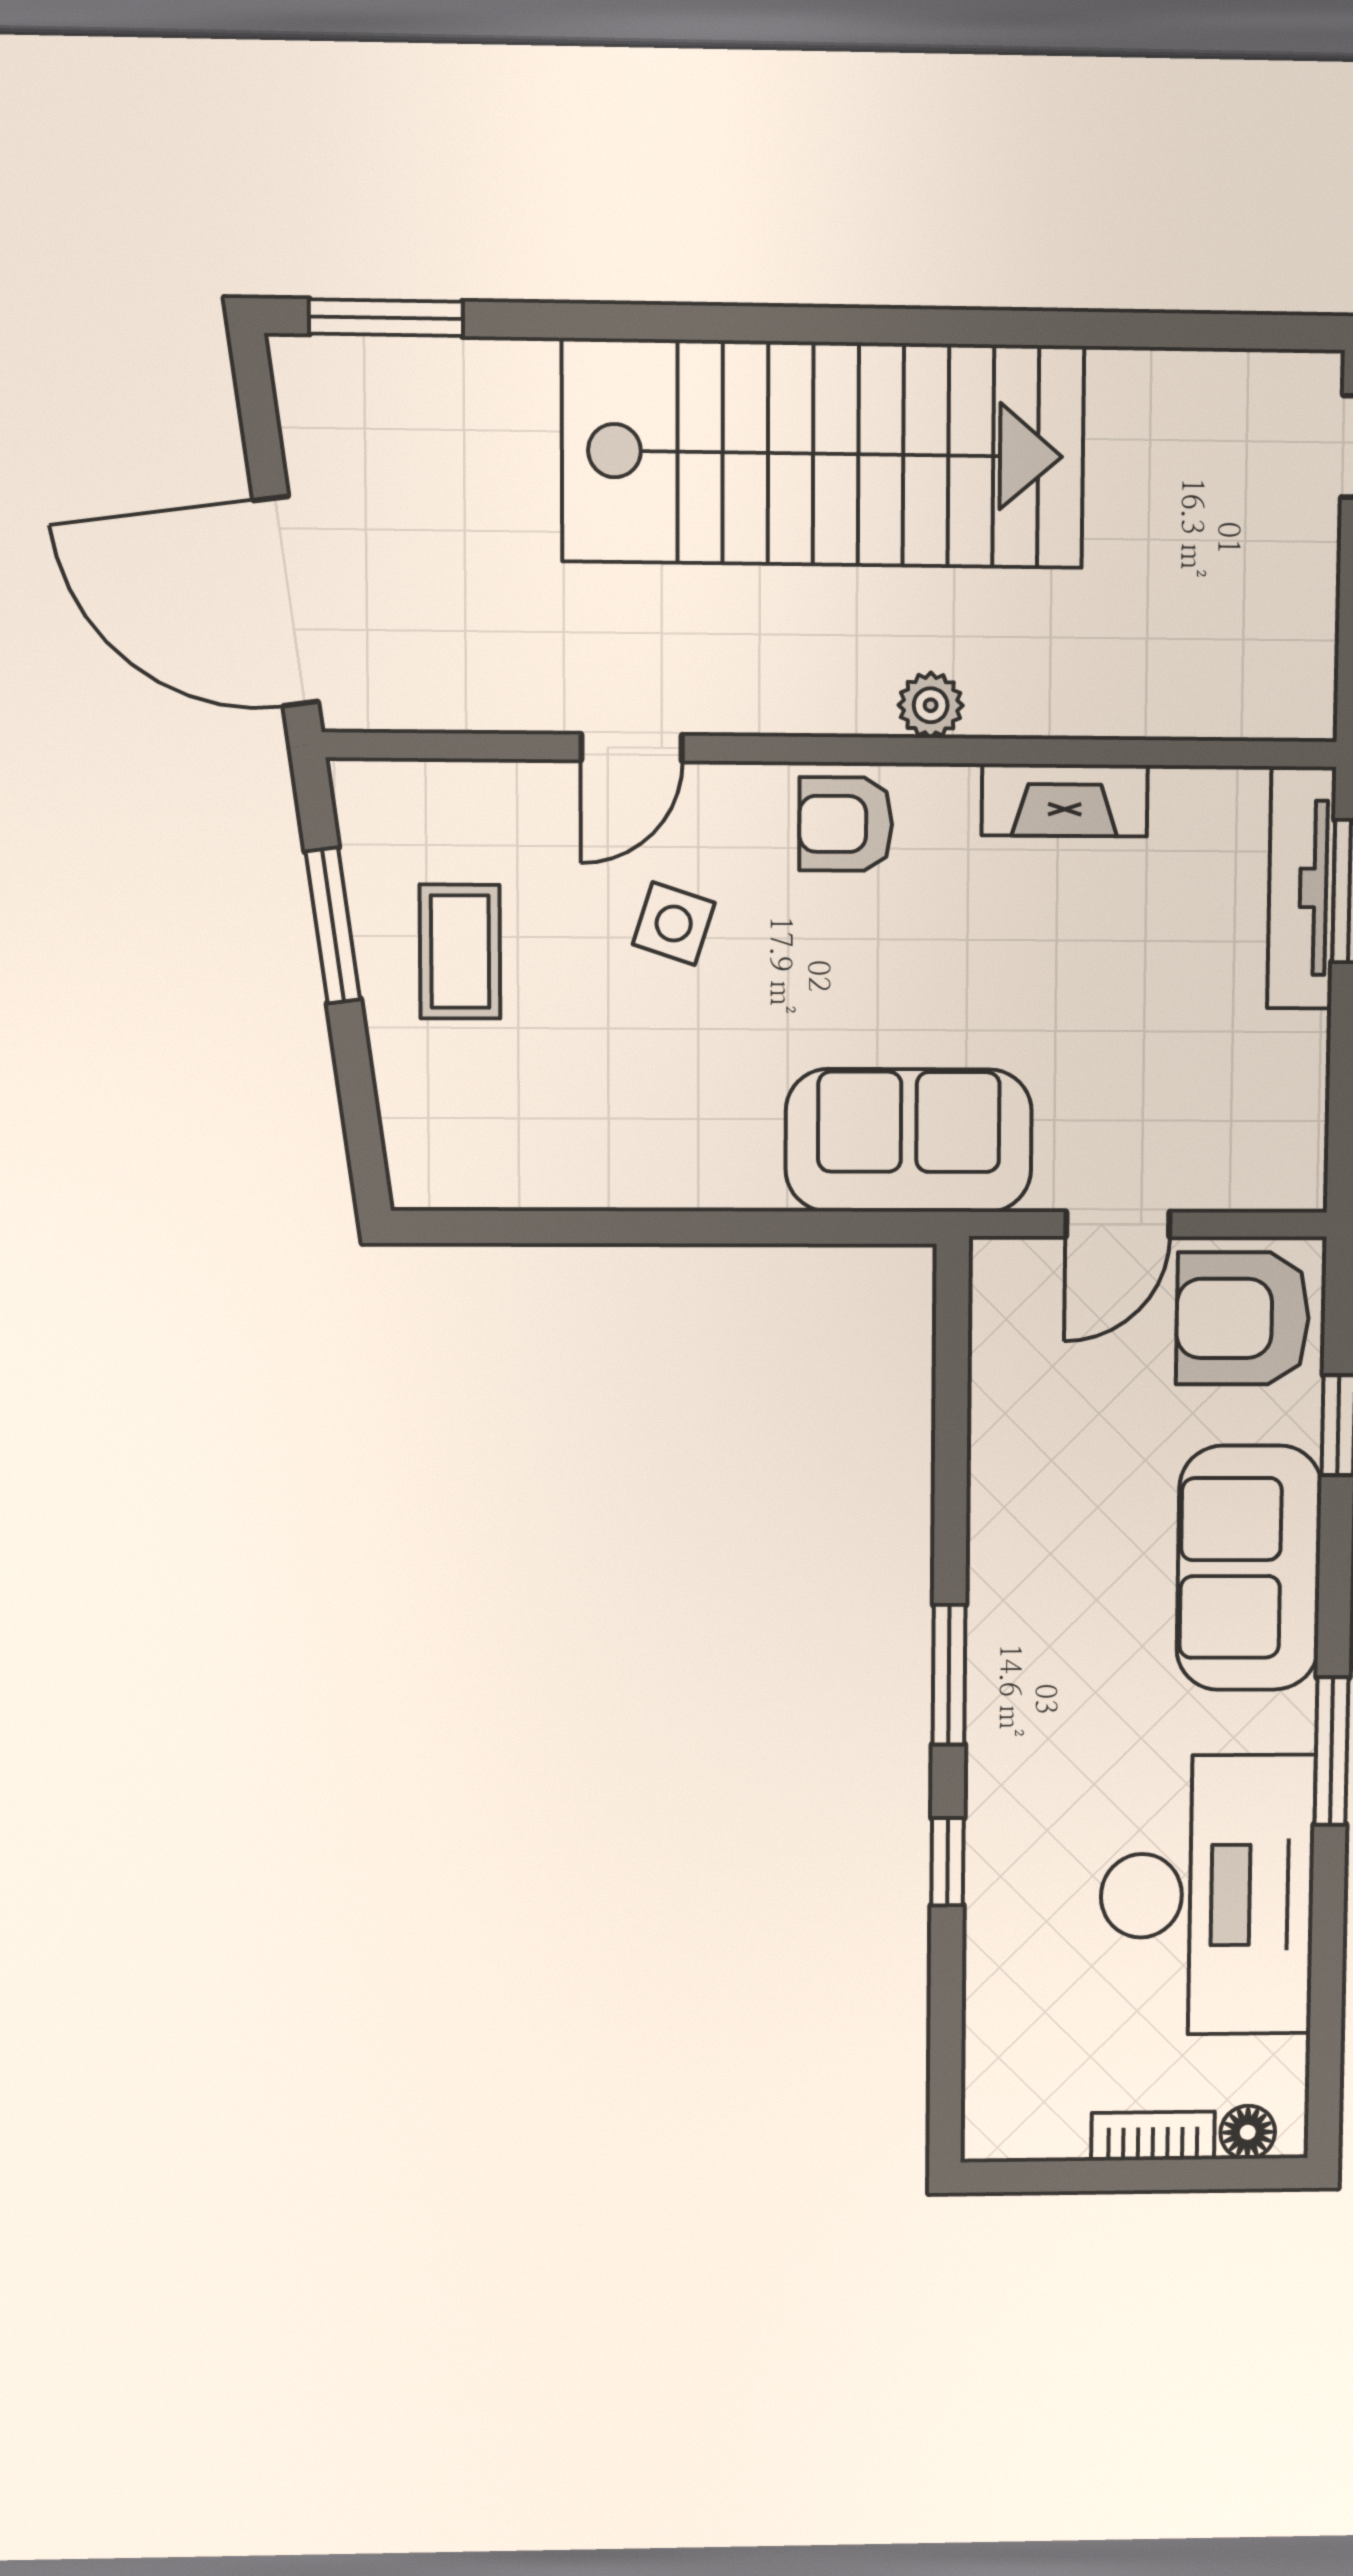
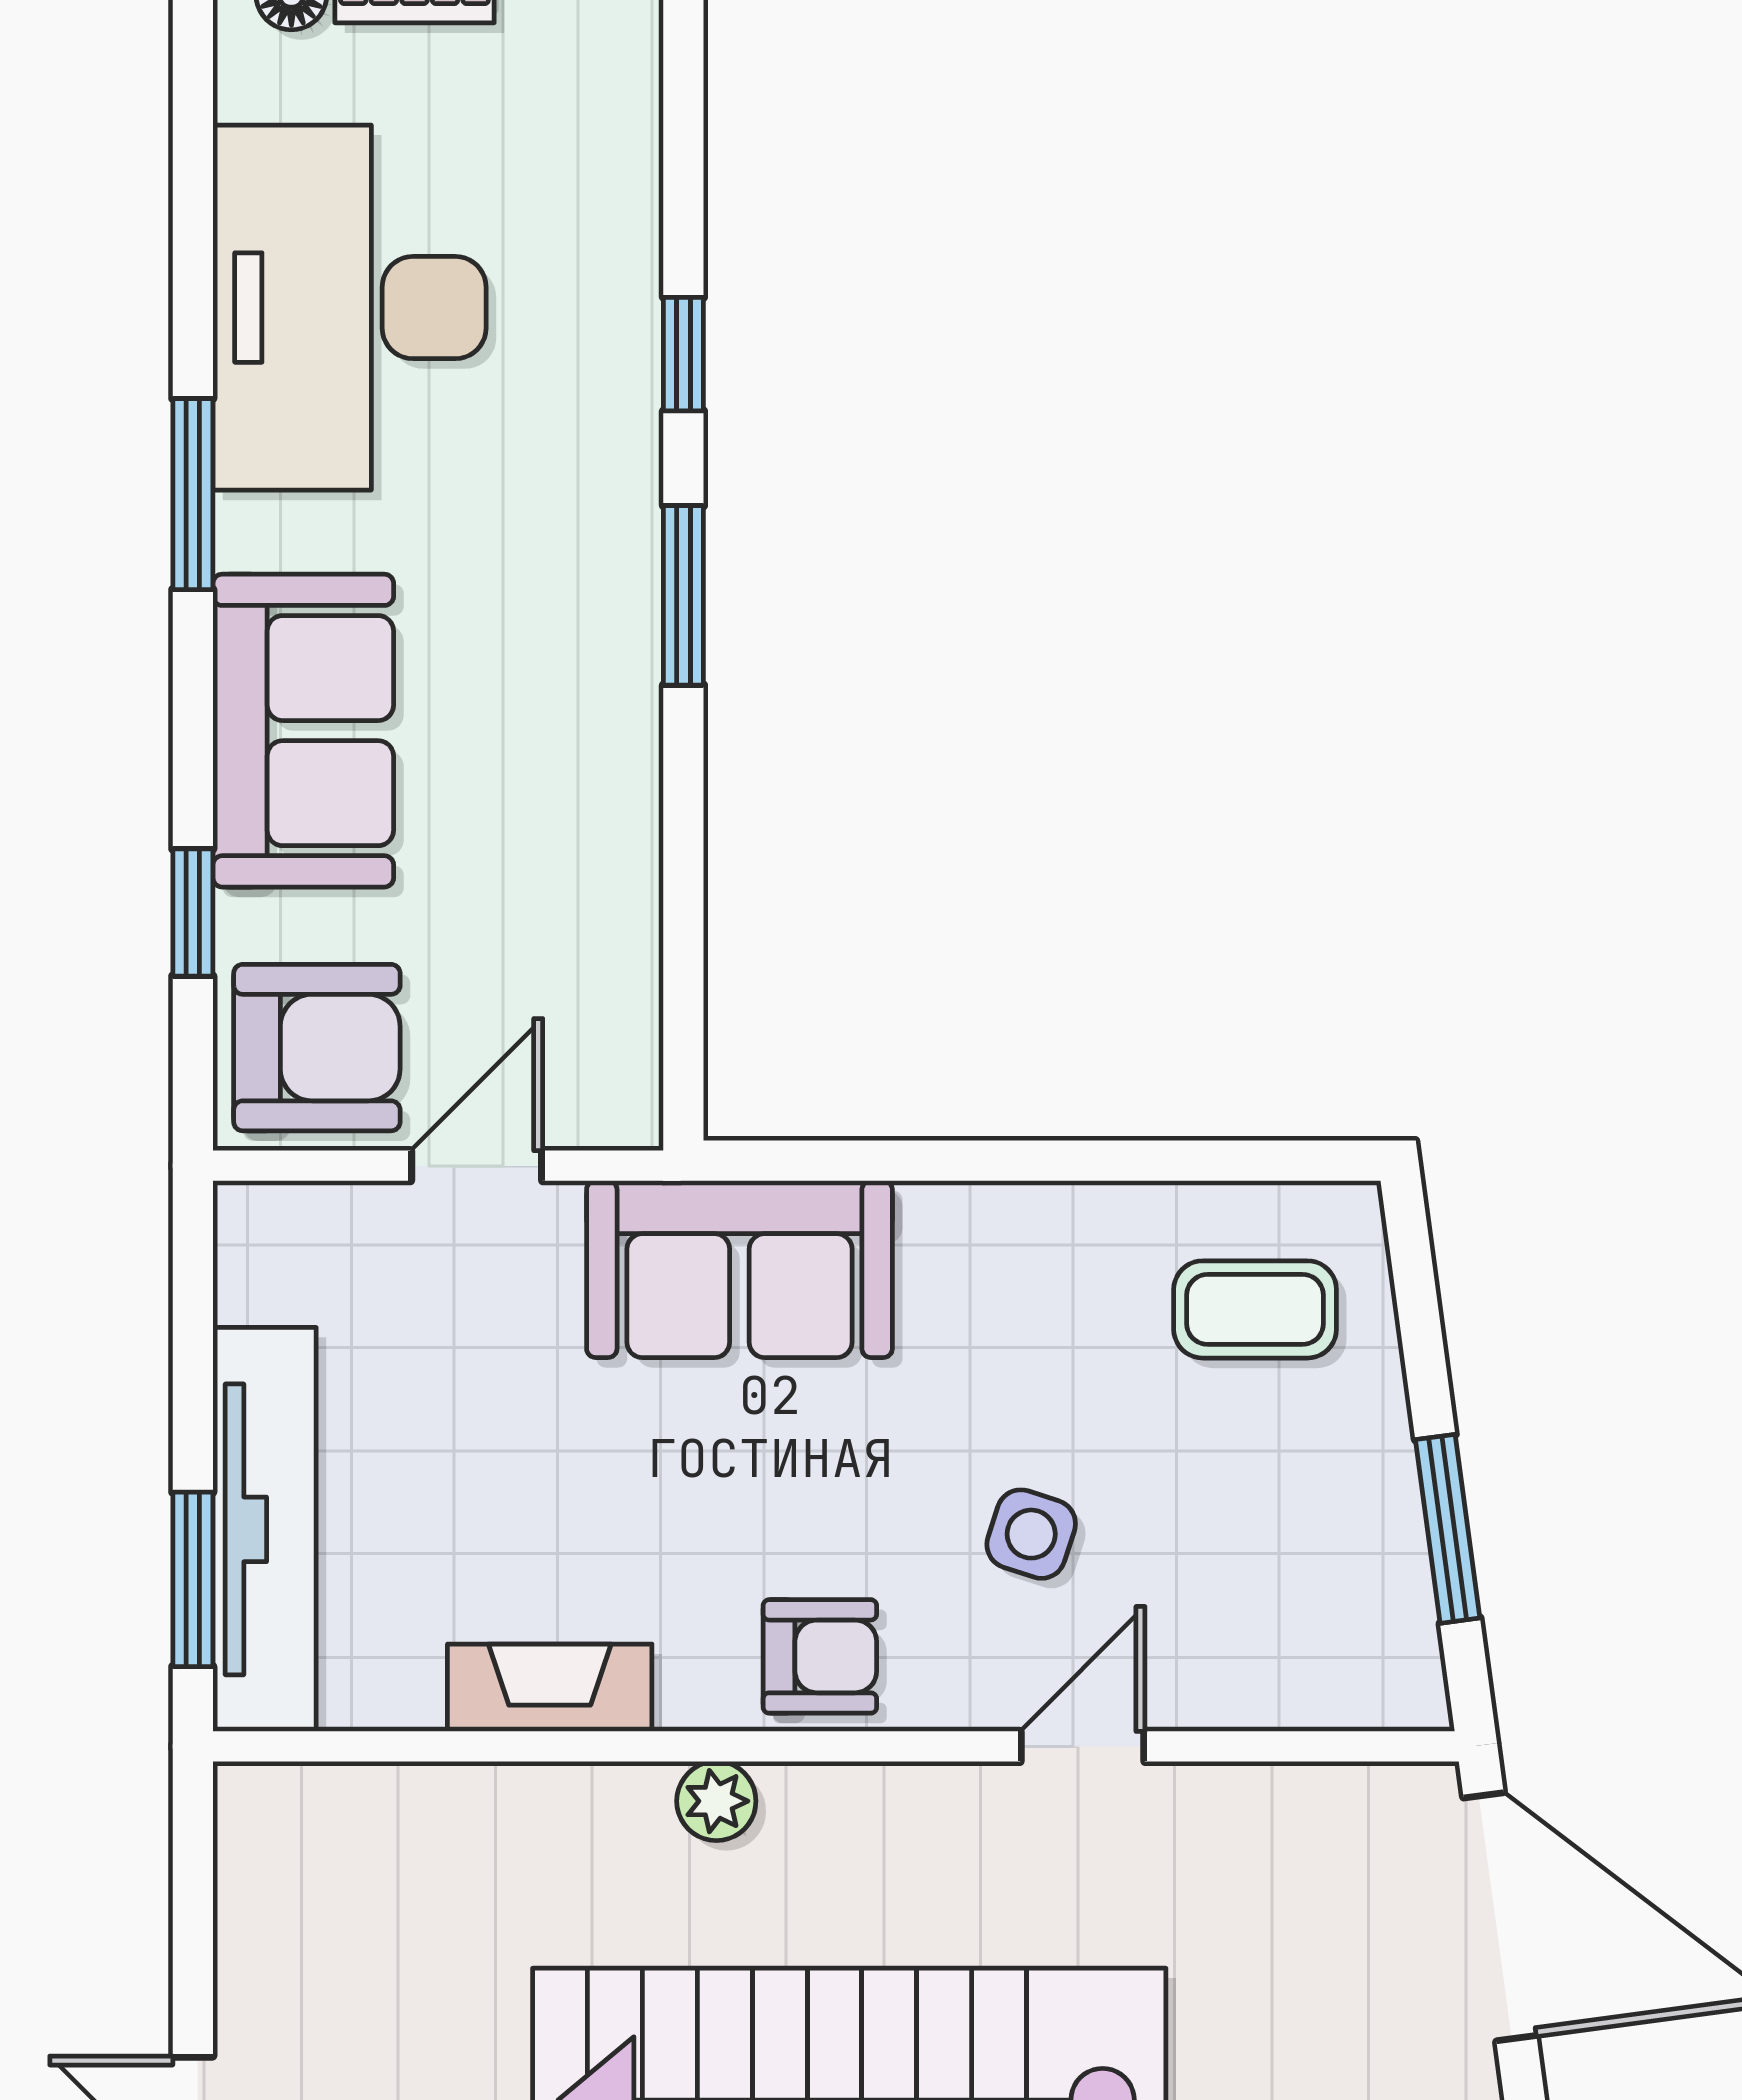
tv unit: (1302, 888) -> (264, 1529), width x1.36, depth x1.29
coffee table: (460, 952) -> (1255, 1309), moved, turned 90

